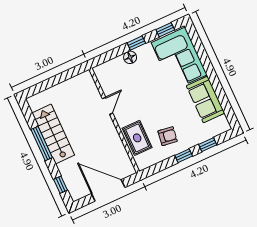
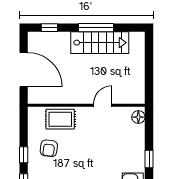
floor lamp: (130, 57) -> (138, 117), moved
door: (108, 106) -> (103, 105), swing flipped
door: (108, 190) -> (24, 70), hinge flipped

